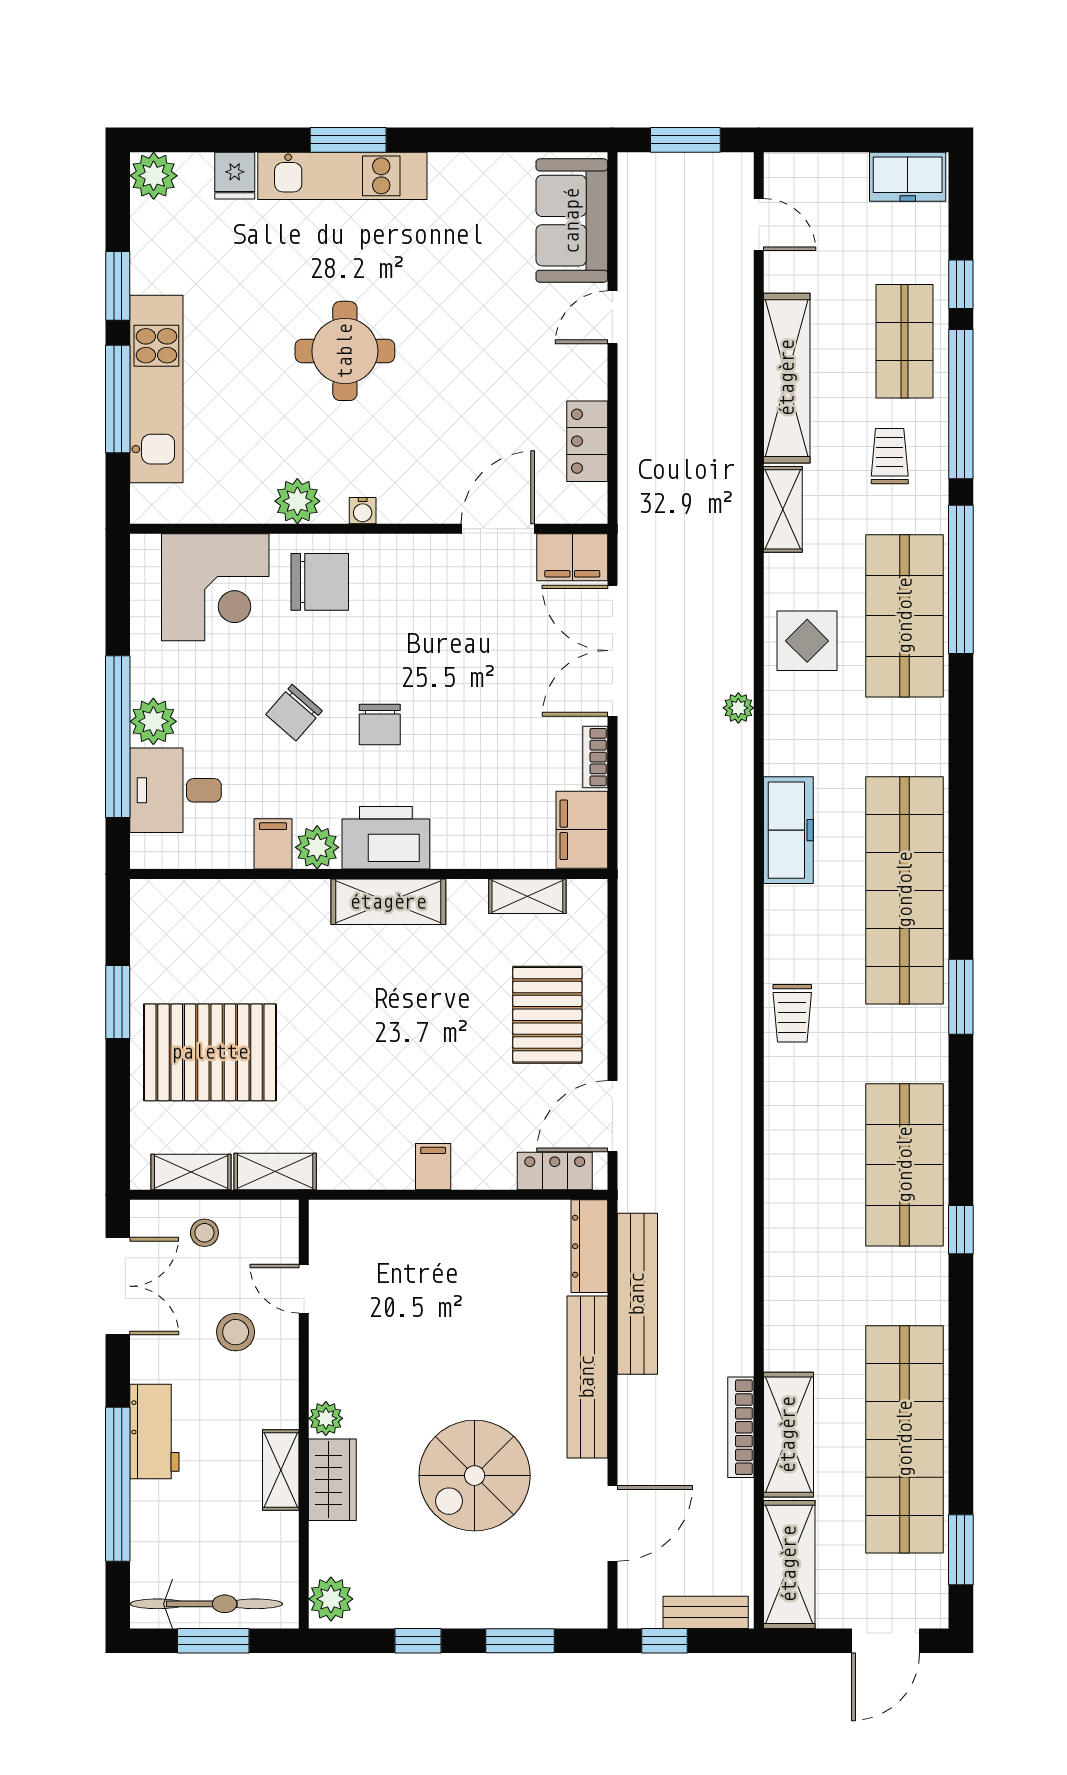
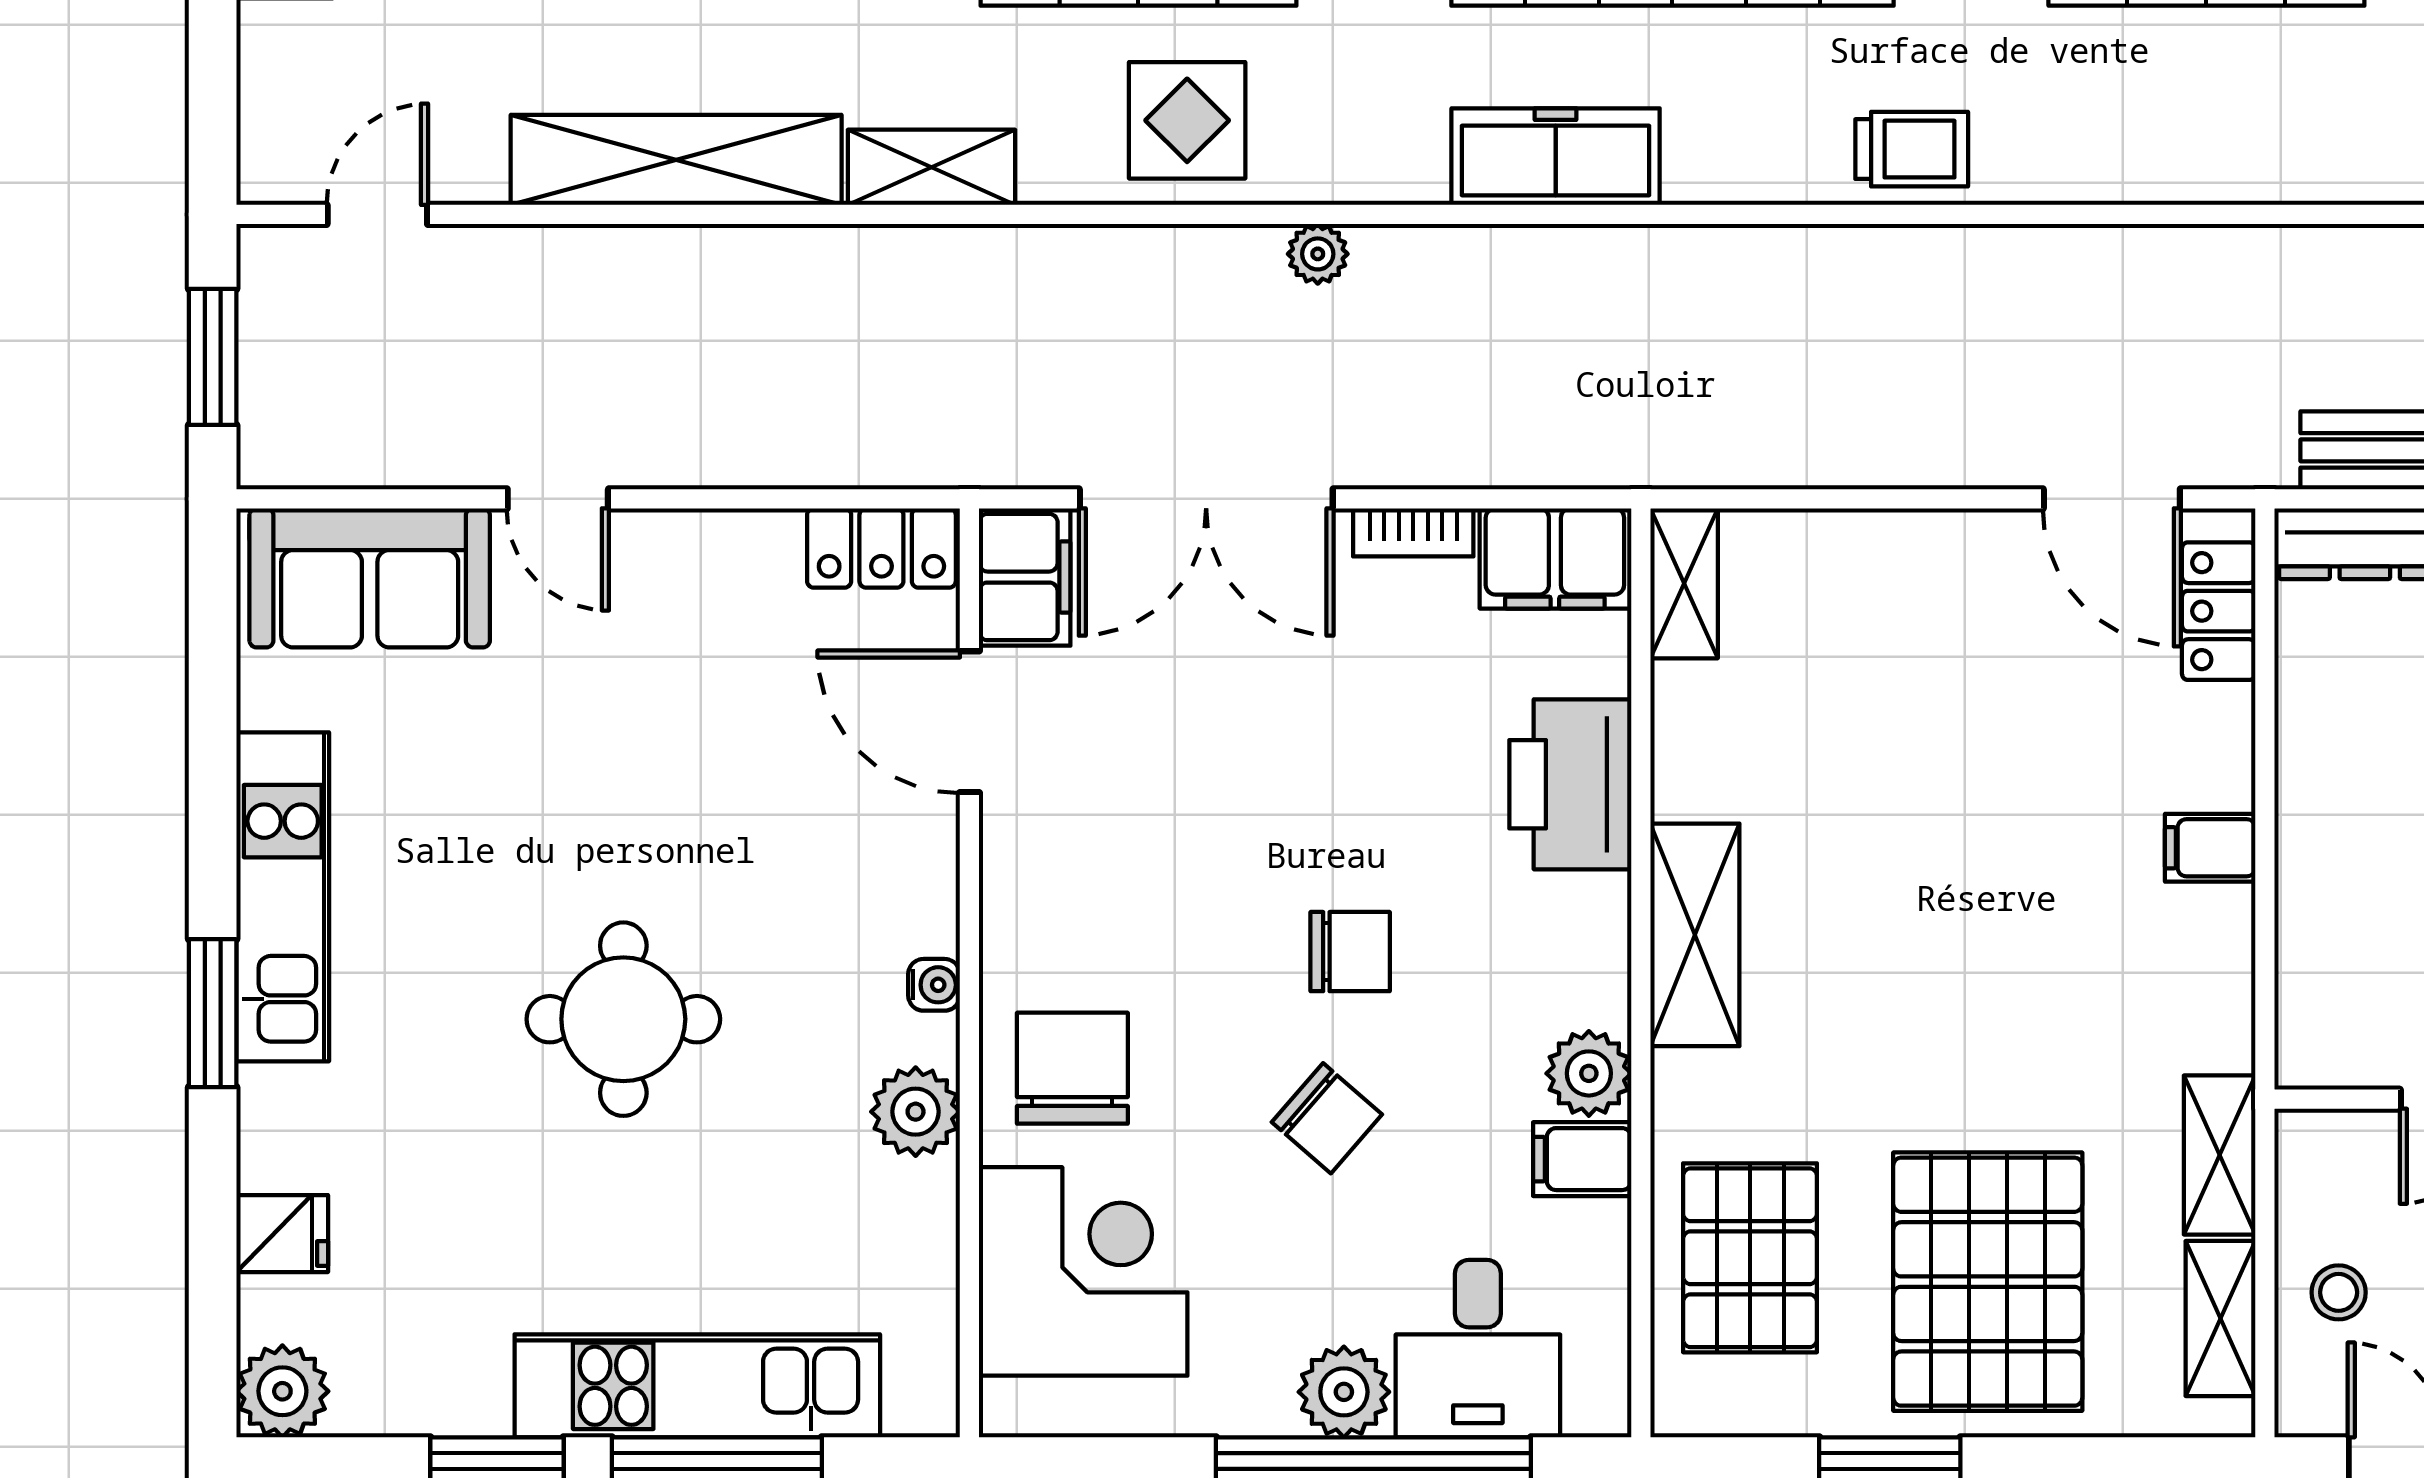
kitchen unit: (342, 176) -> (283, 897), moved
locker: (587, 441) -> (881, 548), moved
printer: (386, 838) -> (1570, 784), moved
shelving: (527, 896) -> (1684, 583), moved
pallet: (547, 1015) -> (1750, 1258), moved, turned 90

